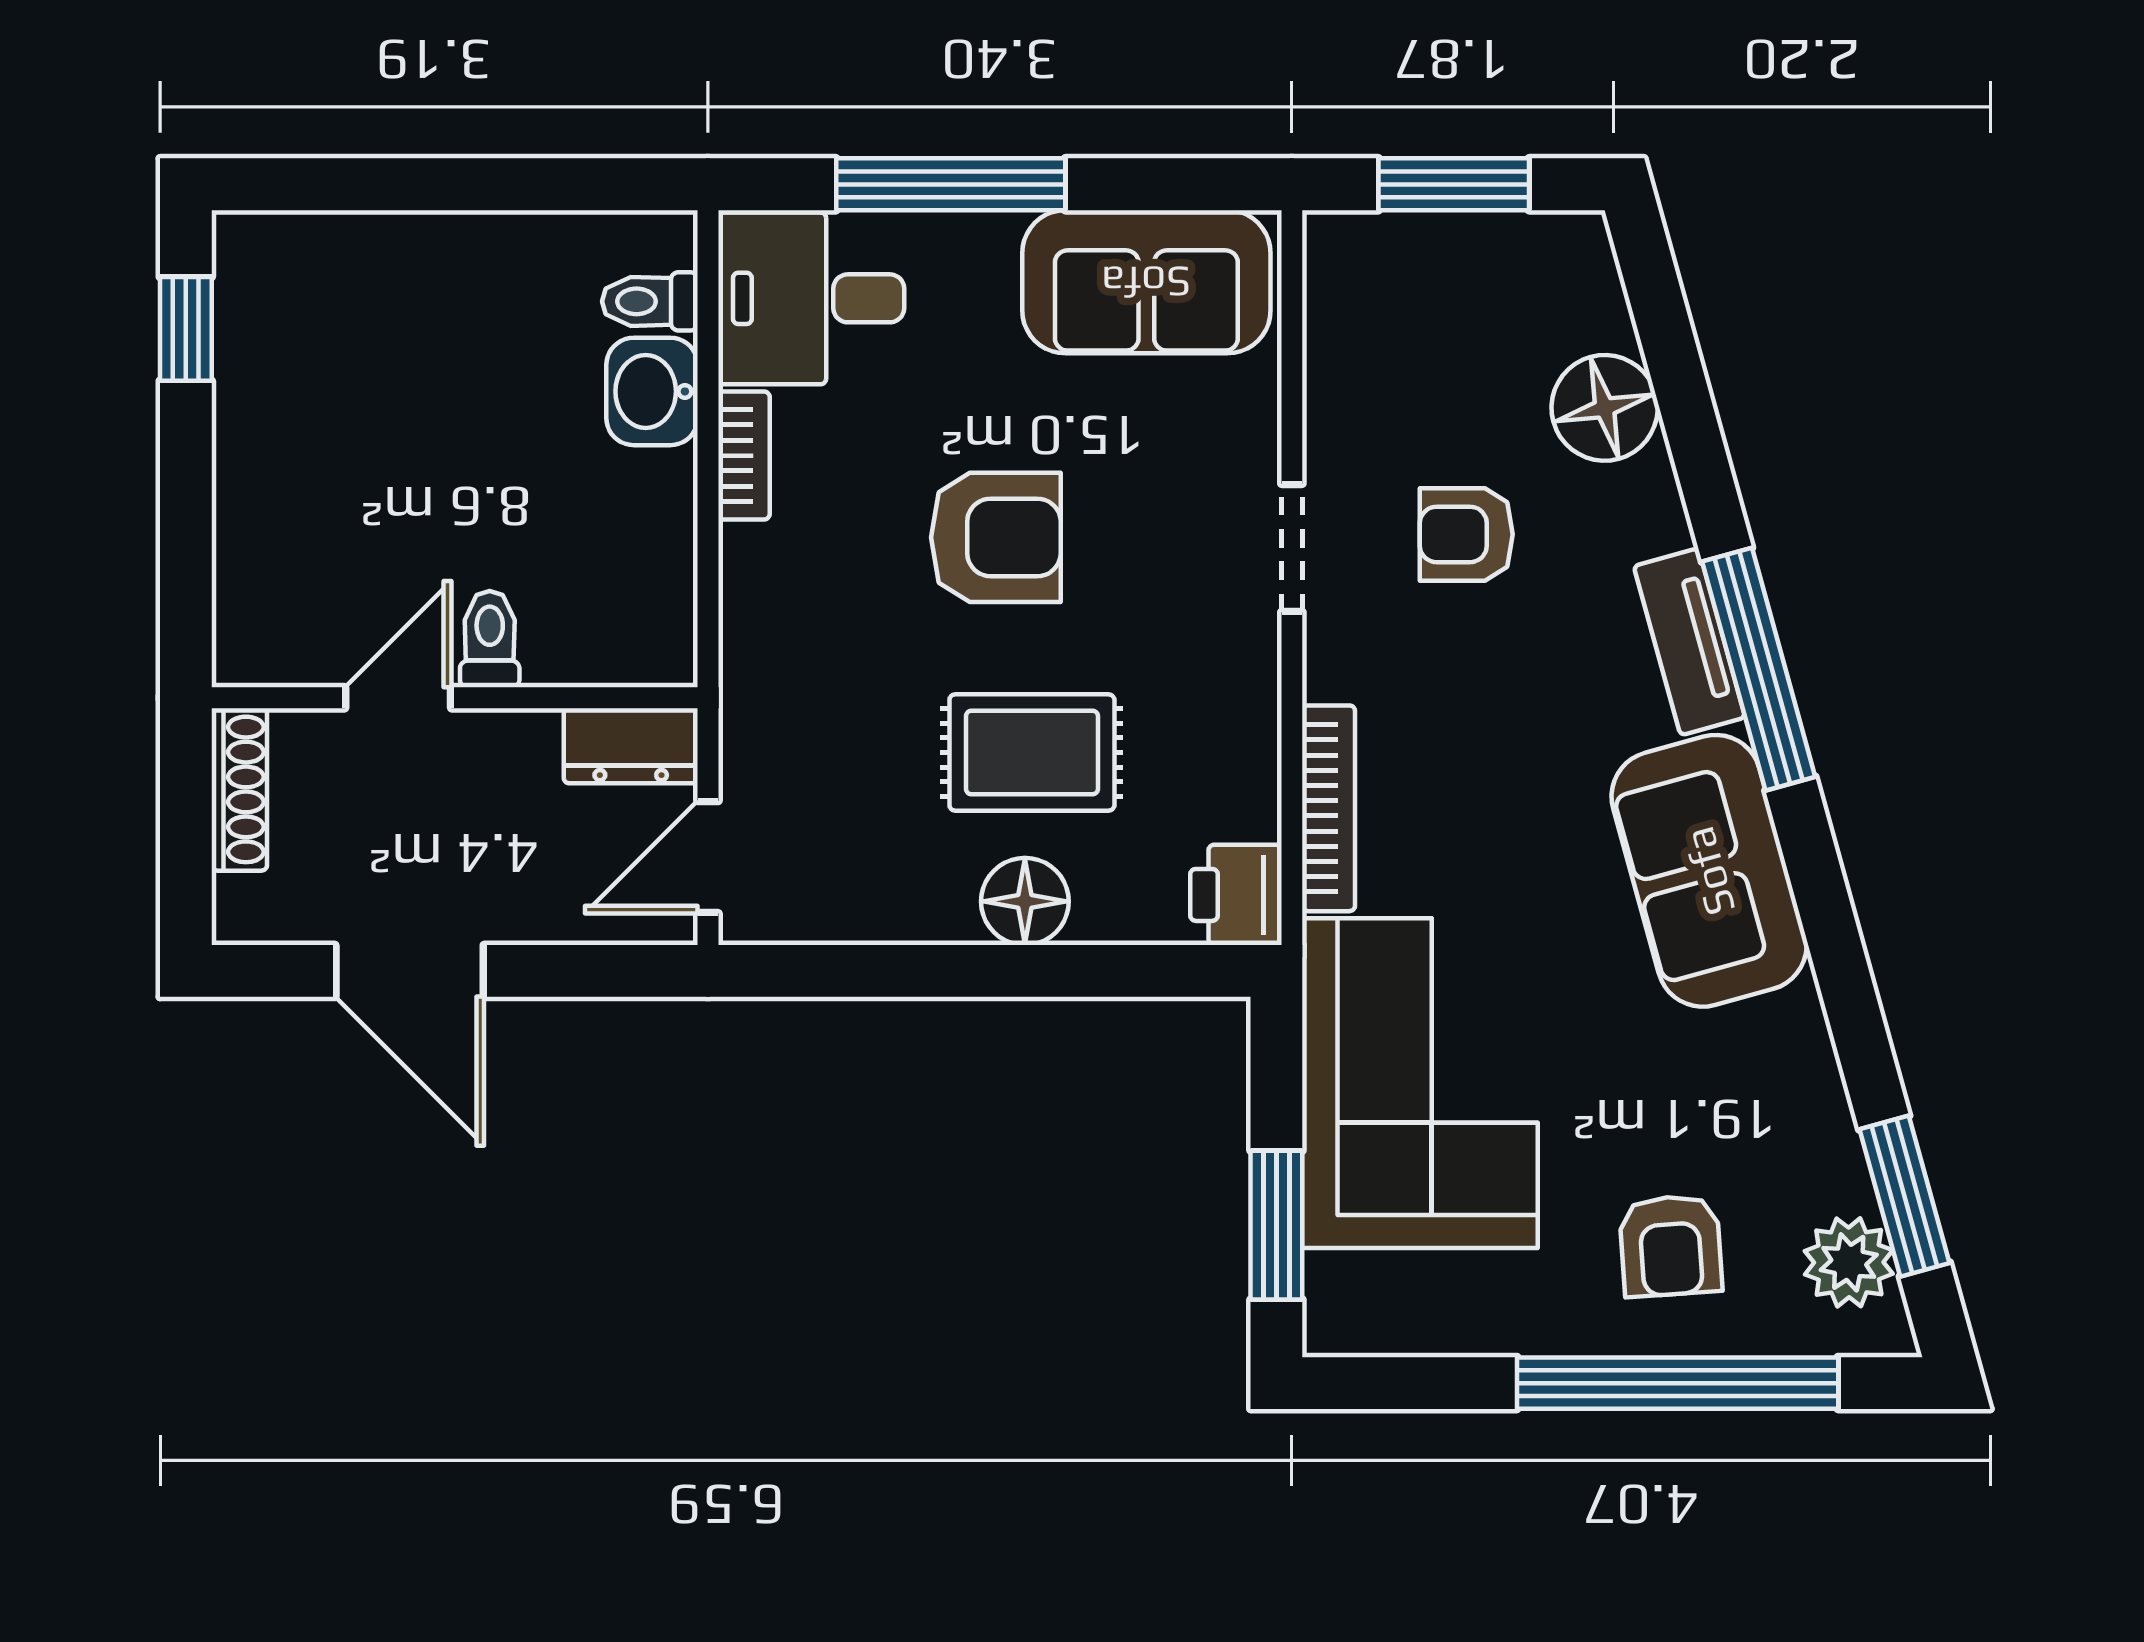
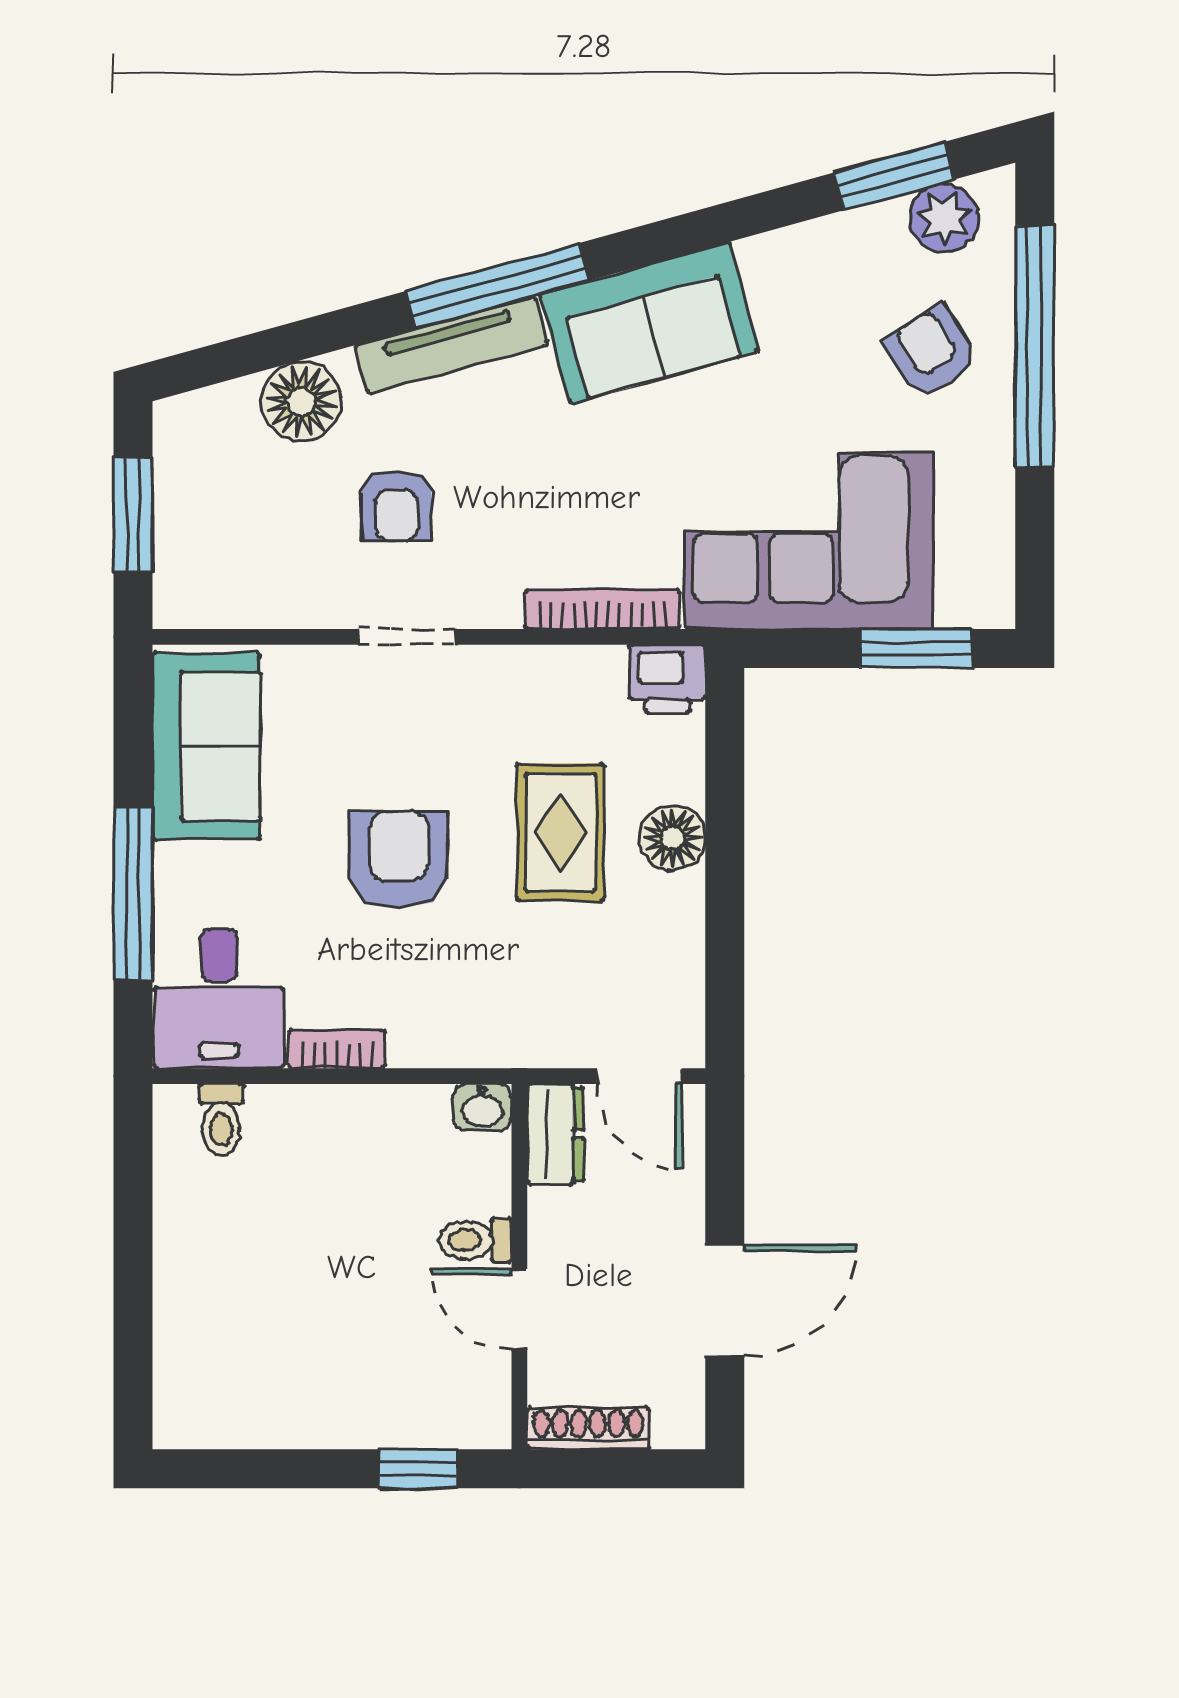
window: (186, 329) -> (418, 1469), moved
washbasin: (652, 391) -> (482, 1107), moved, width x0.72, depth x0.69
tv unit: (1689, 642) -> (451, 345), width x1.41
armchair: (1671, 1246) -> (931, 352), turned -119

